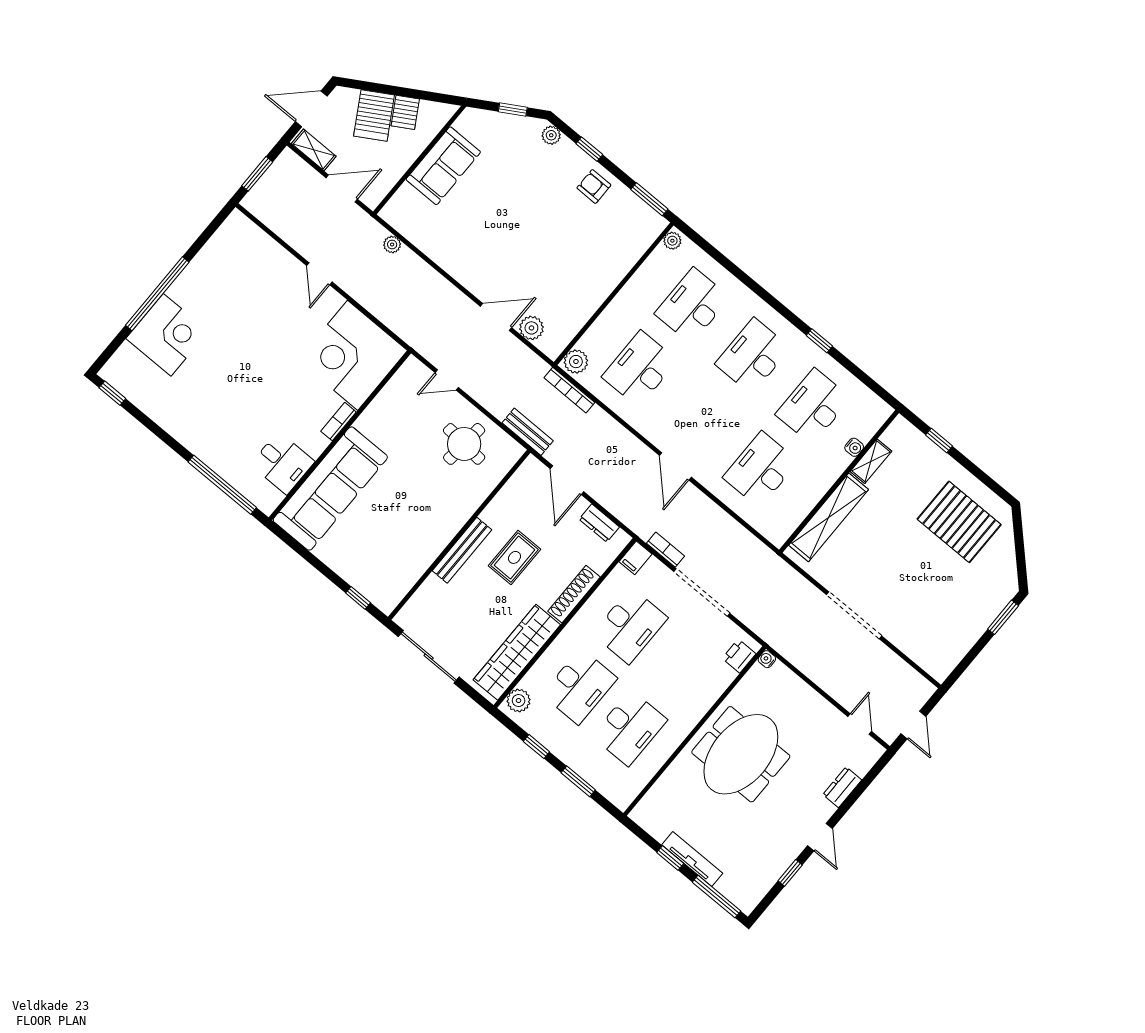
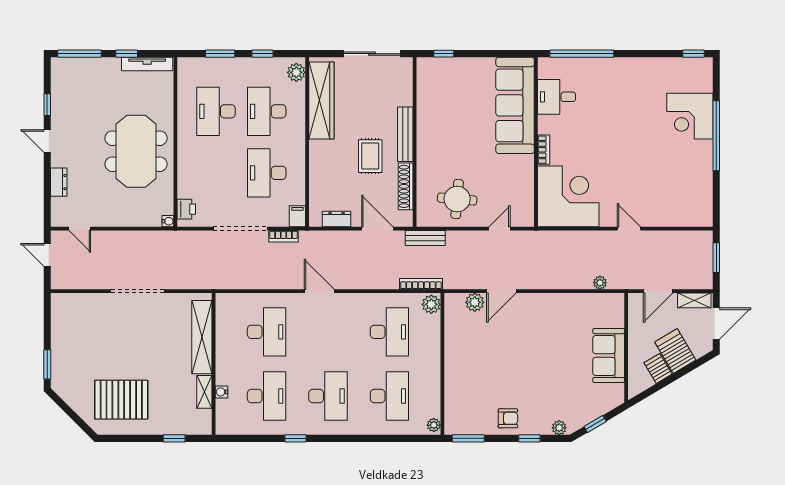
shoe rack: (574, 594) -> (406, 186), moved, turned 180
tv unit: (692, 859) -> (147, 64), moved

